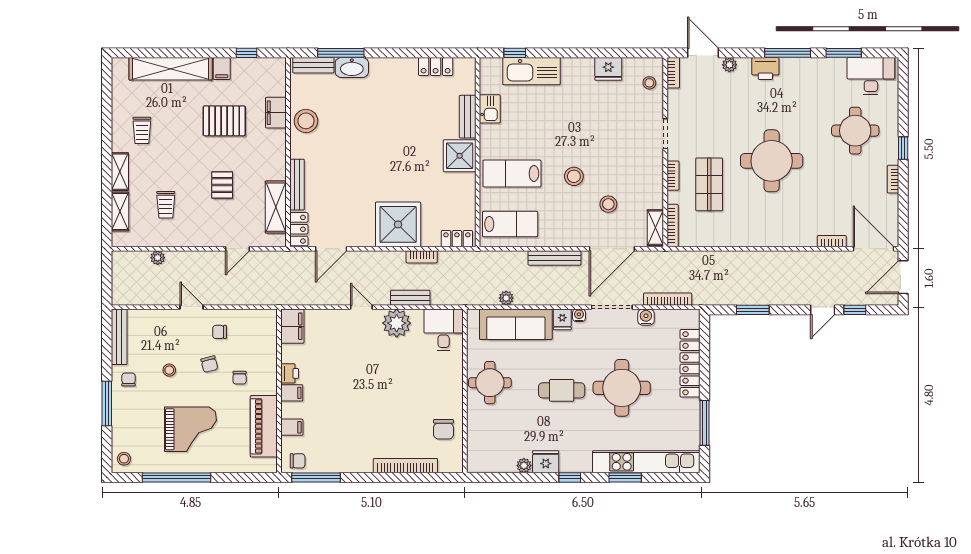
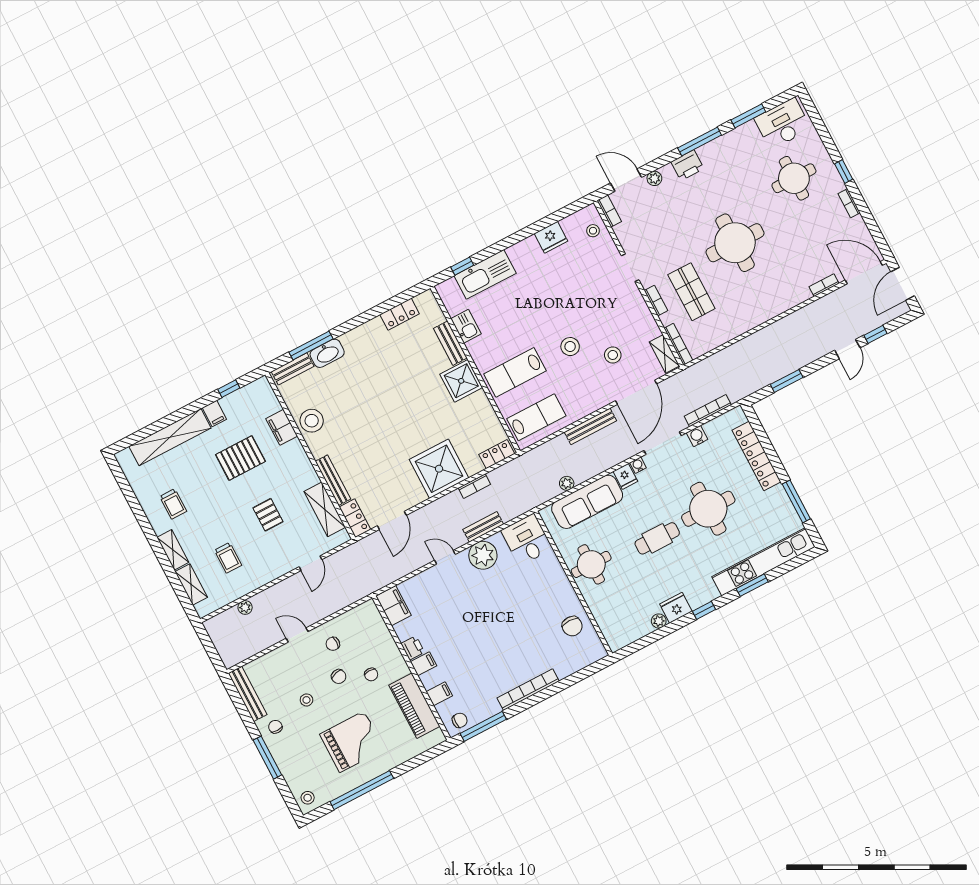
bookcase: (405, 466) -> (528, 690), moved

